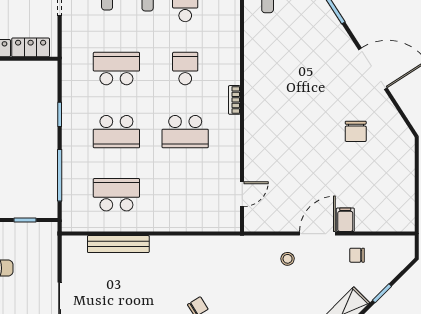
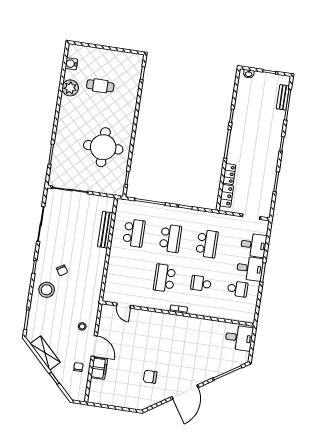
school desk: (185, 69) -> (201, 283), turned 180
school desk: (116, 132) -> (170, 238), turned 180
filing cabinet: (345, 220) -> (99, 368), width x2.00

